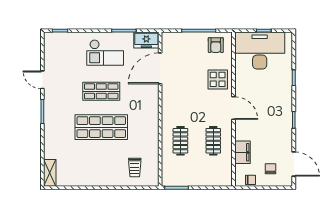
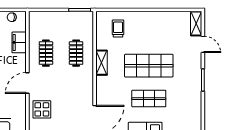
door: (42, 80) -> (203, 44), moved
door: (234, 108) -> (27, 83), hinge flipped
shelving: (153, 130) -> (102, 63), added

